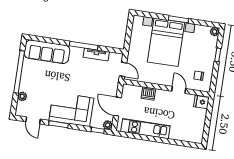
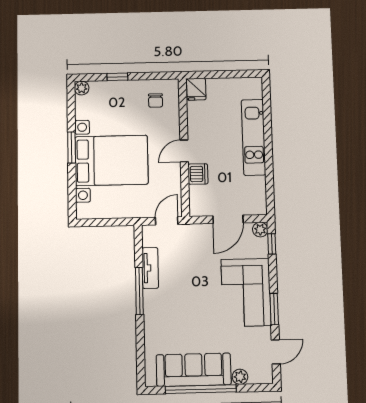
sofa: (47, 52) -> (194, 370), moved, turned -90
door: (179, 90) -> (184, 151), moved
kitchen unit: (145, 129) -> (254, 137), moved

